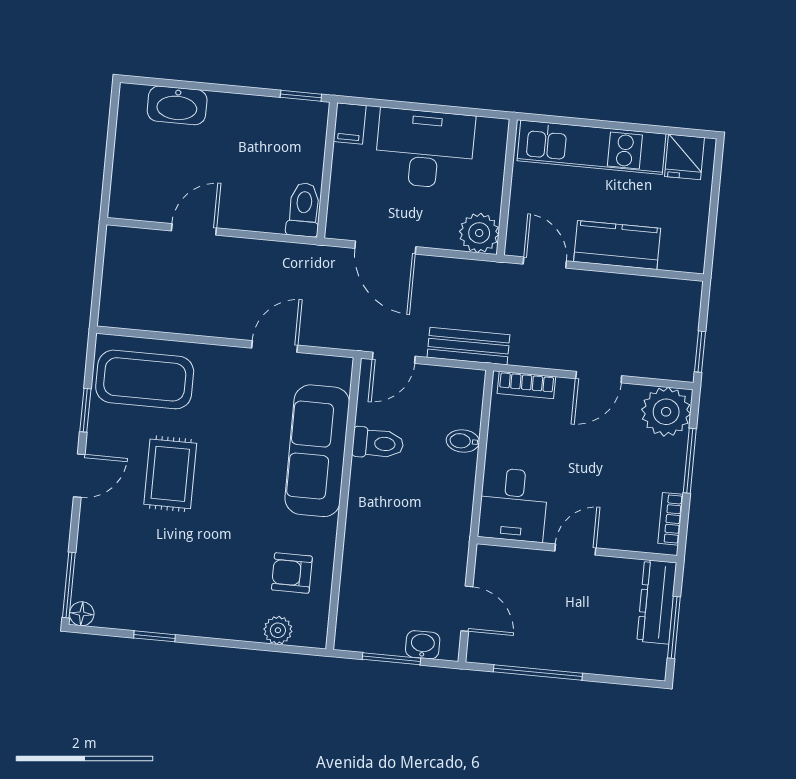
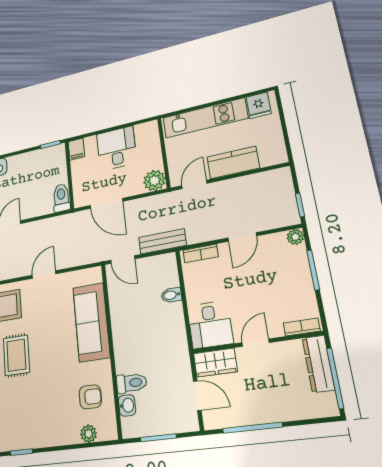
desk: (425, 149) -> (117, 148), width x0.73
door: (545, 263) -> (194, 184), hinge flipped
door: (275, 347) -> (44, 275), moved
door: (394, 358) -> (123, 260), hinge flipped
plant: (666, 412) -> (295, 237), width x0.53, depth x0.53
toilet: (378, 443) -> (132, 383), moved
bookcase: (670, 519) -> (302, 327), moved, turned 90
wardrobe: (507, 565) -> (215, 363), added
armchair: (292, 573) -> (90, 397), turned 180
window: (674, 627) -> (335, 378), width x1.44
washbasin: (423, 645) -> (127, 405), moved, turned 90

